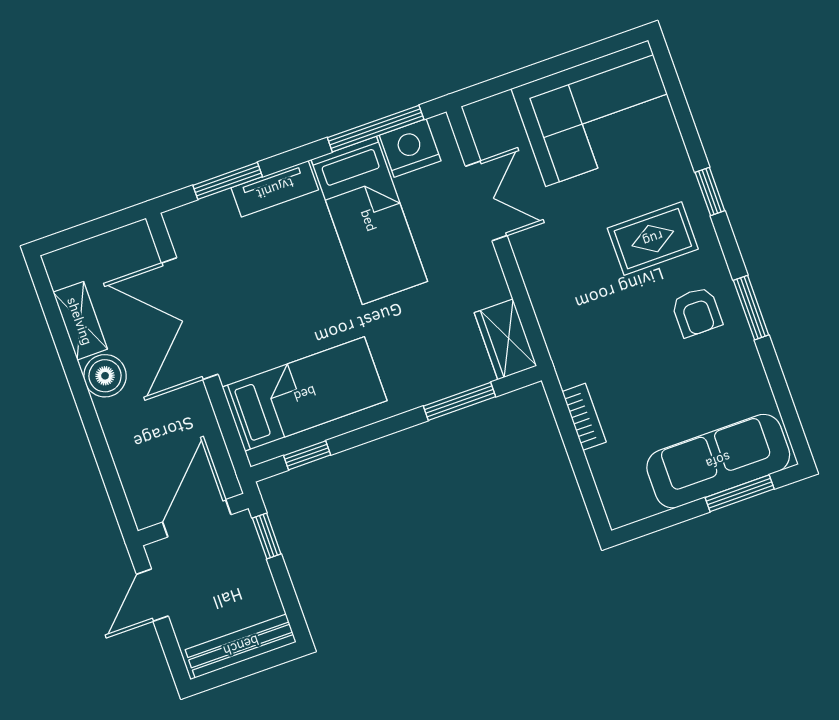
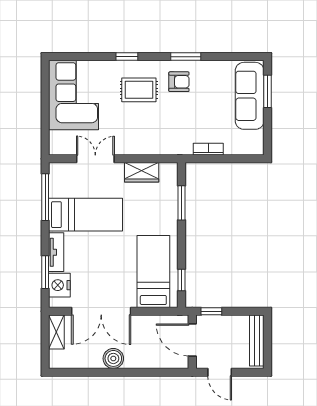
nightstand: (410, 148) -> (59, 285), moved
rug: (653, 239) -> (139, 90), turned 90
shelving: (80, 321) -> (56, 332), moved, turned 90
wardrobe: (506, 339) -> (142, 172), moved

